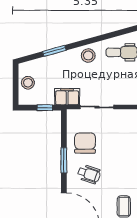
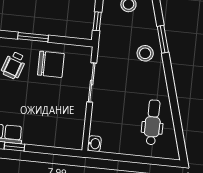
stool: (88, 56) -> (145, 53), moved
filing cabinet: (67, 97) -> (107, 49), removed

